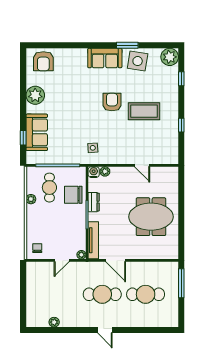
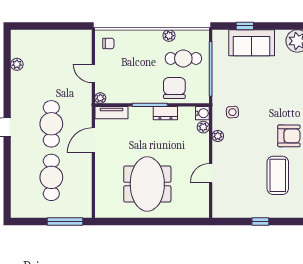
plant: (112, 160) -> (218, 136), added
tv unit: (93, 240) -> (112, 113), width x0.71

